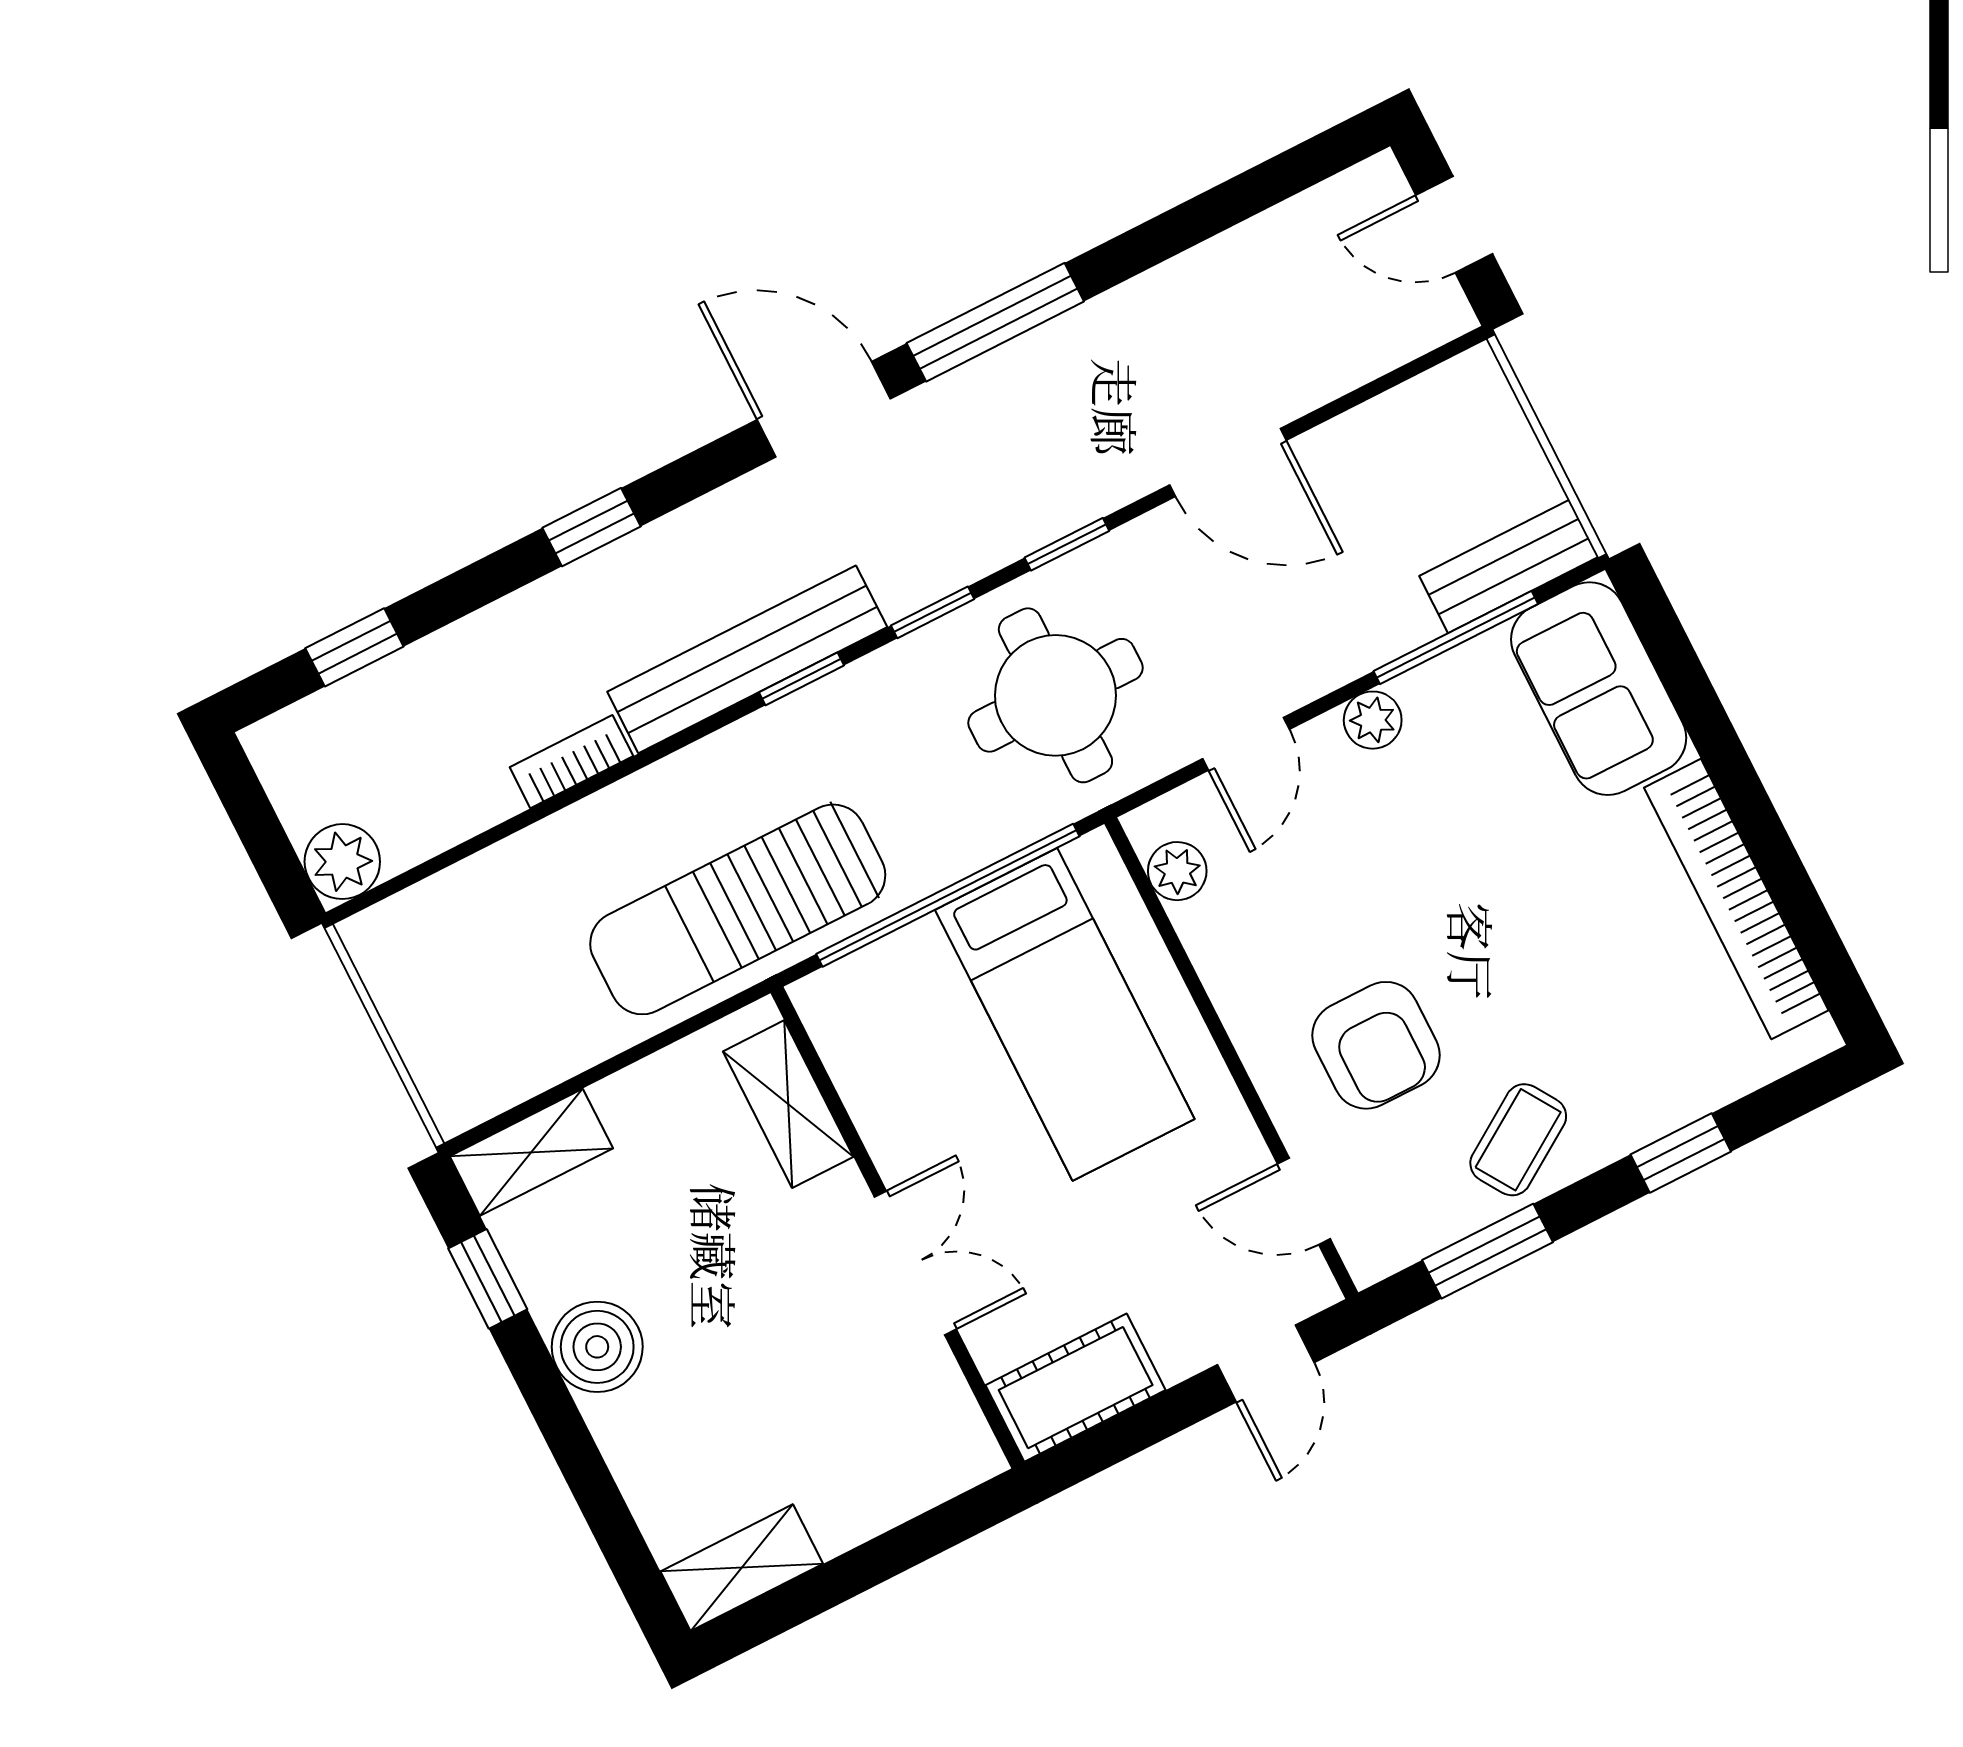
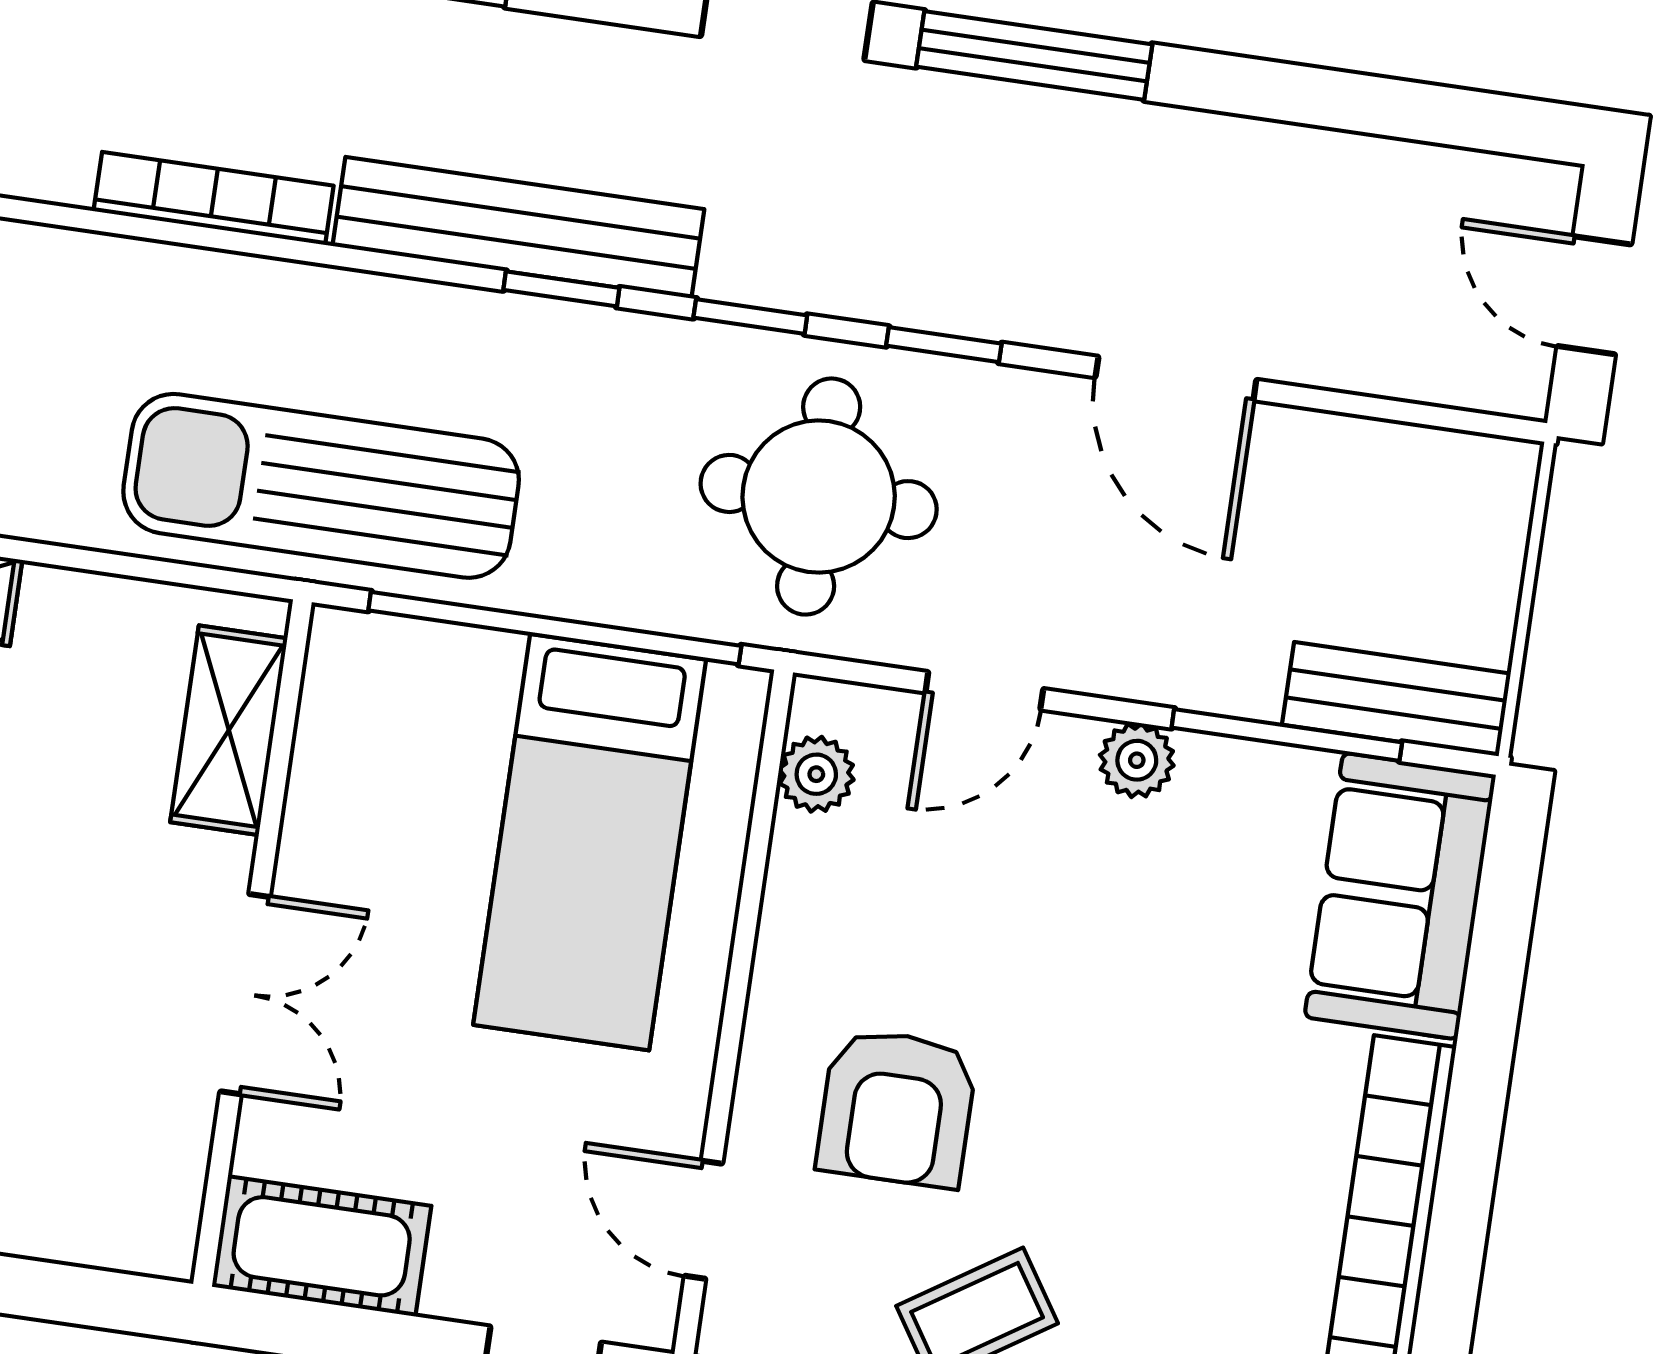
bookcase: (571, 762) -> (214, 198), width x1.56

